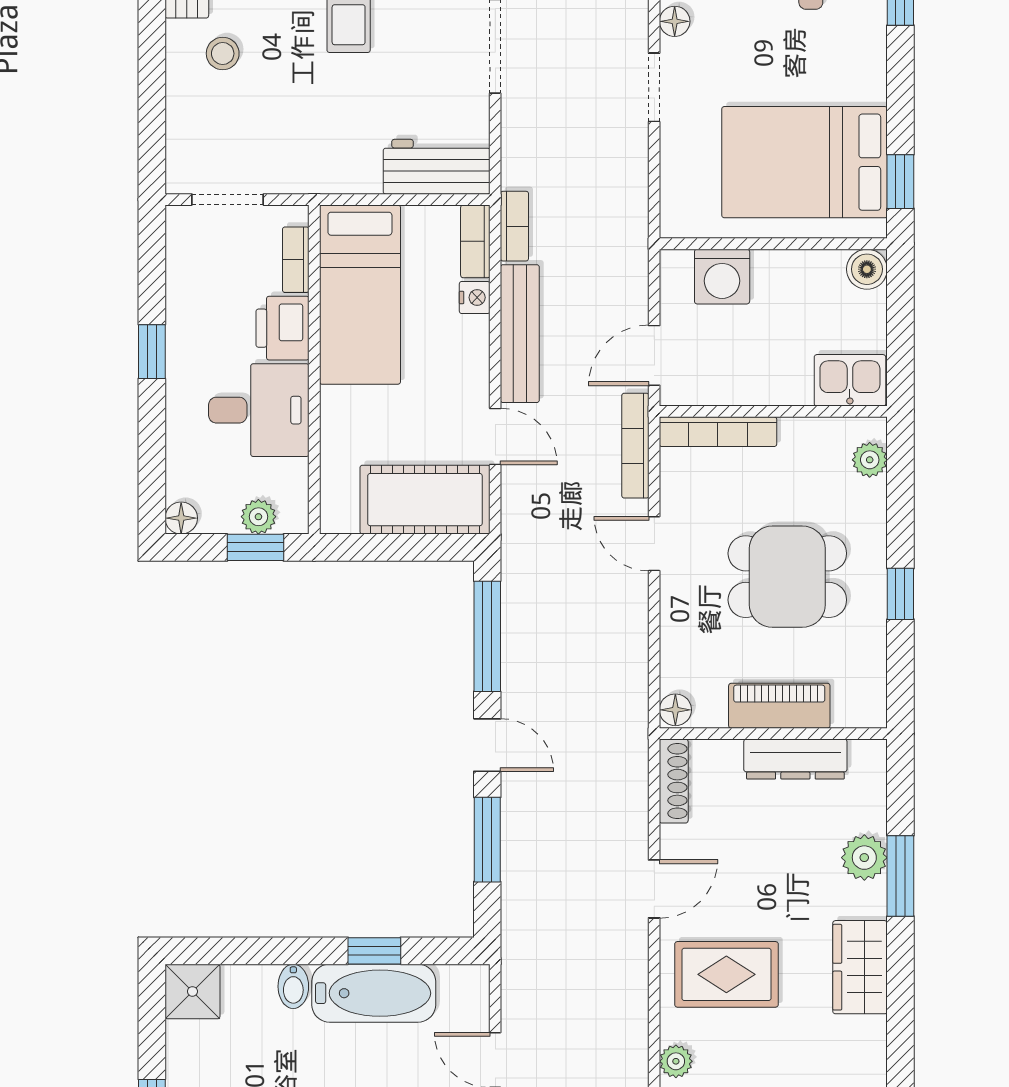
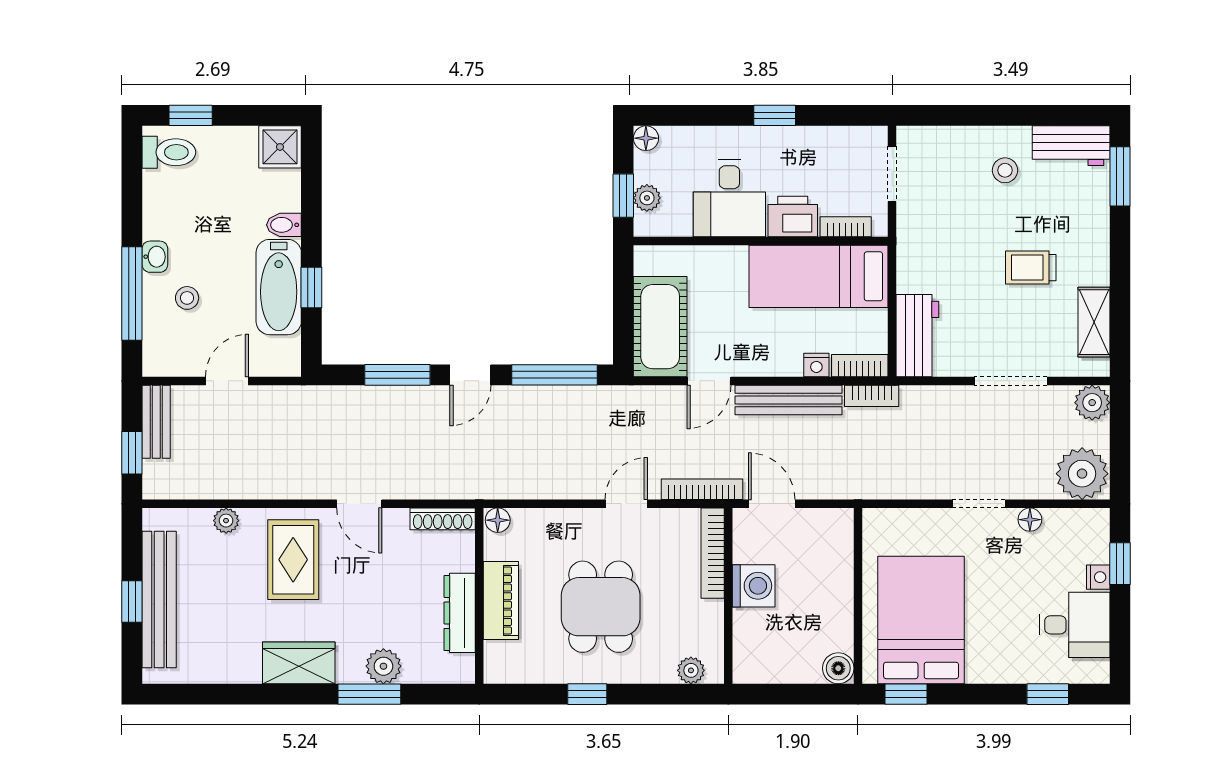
washing machine: (722, 277) -> (754, 586), moved, turned 180
kitchen sink: (850, 380) -> (752, 655), removed

